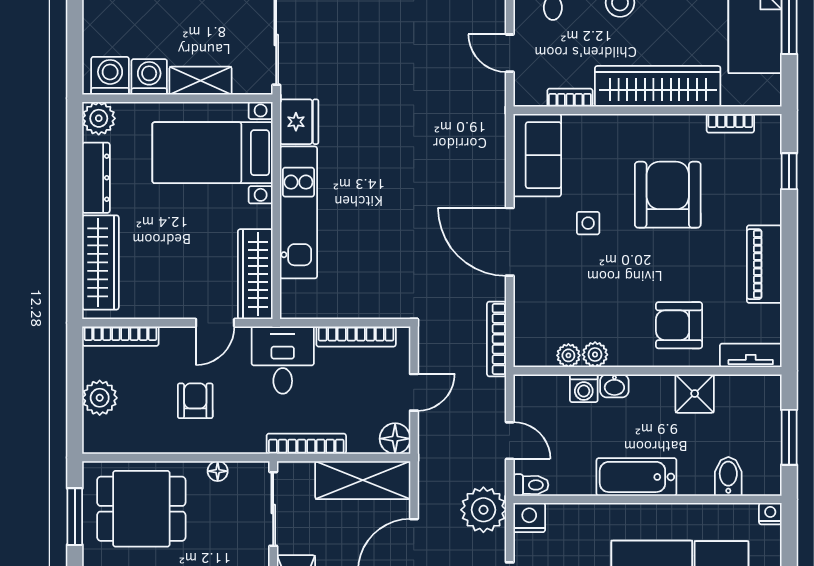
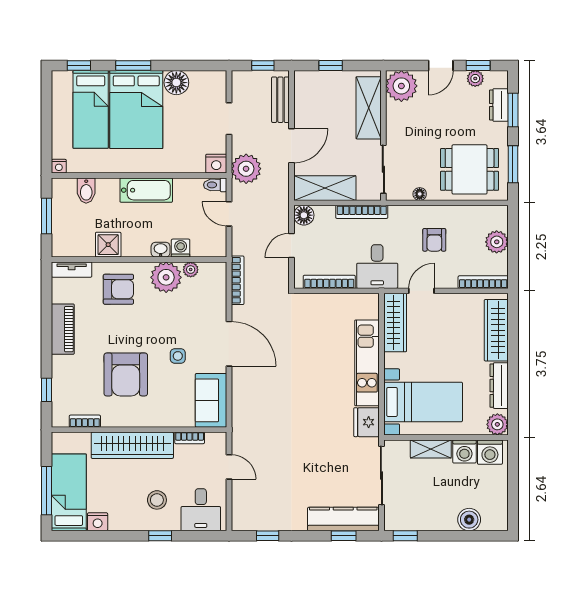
plant: (595, 355) -> (166, 277), width x1.87, depth x1.87

